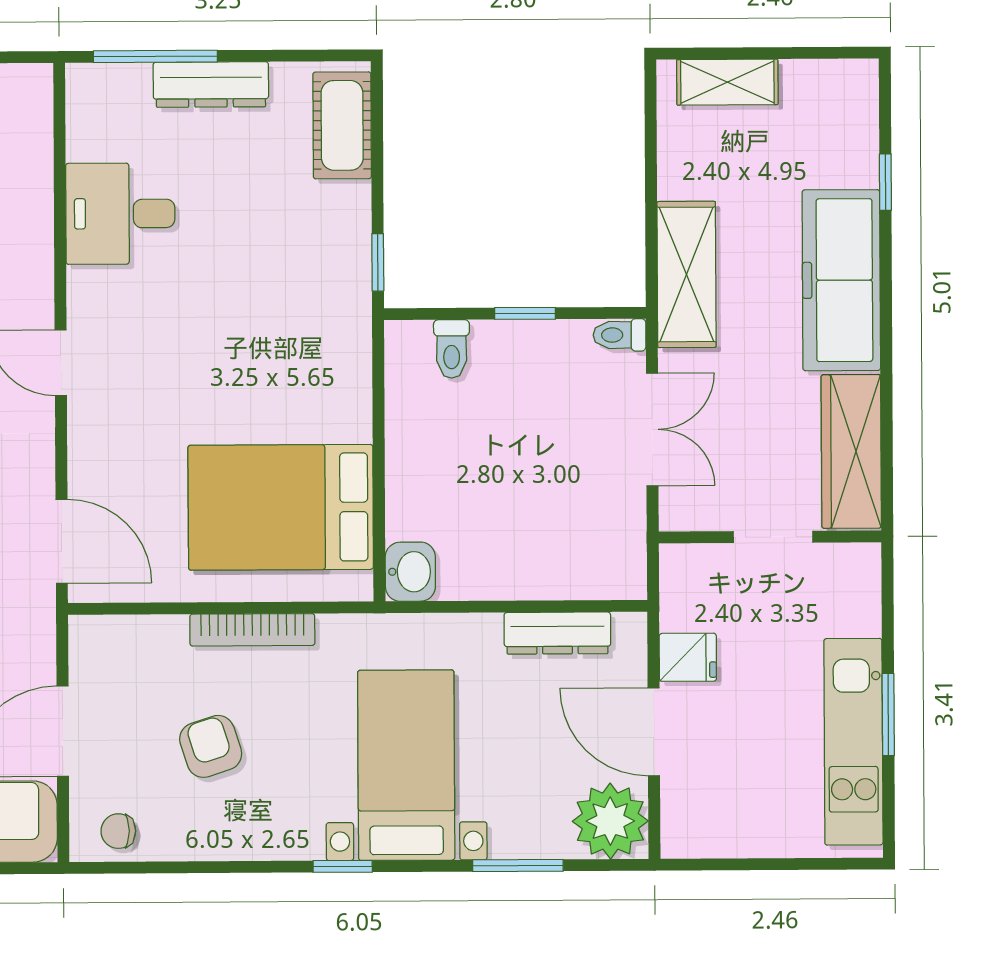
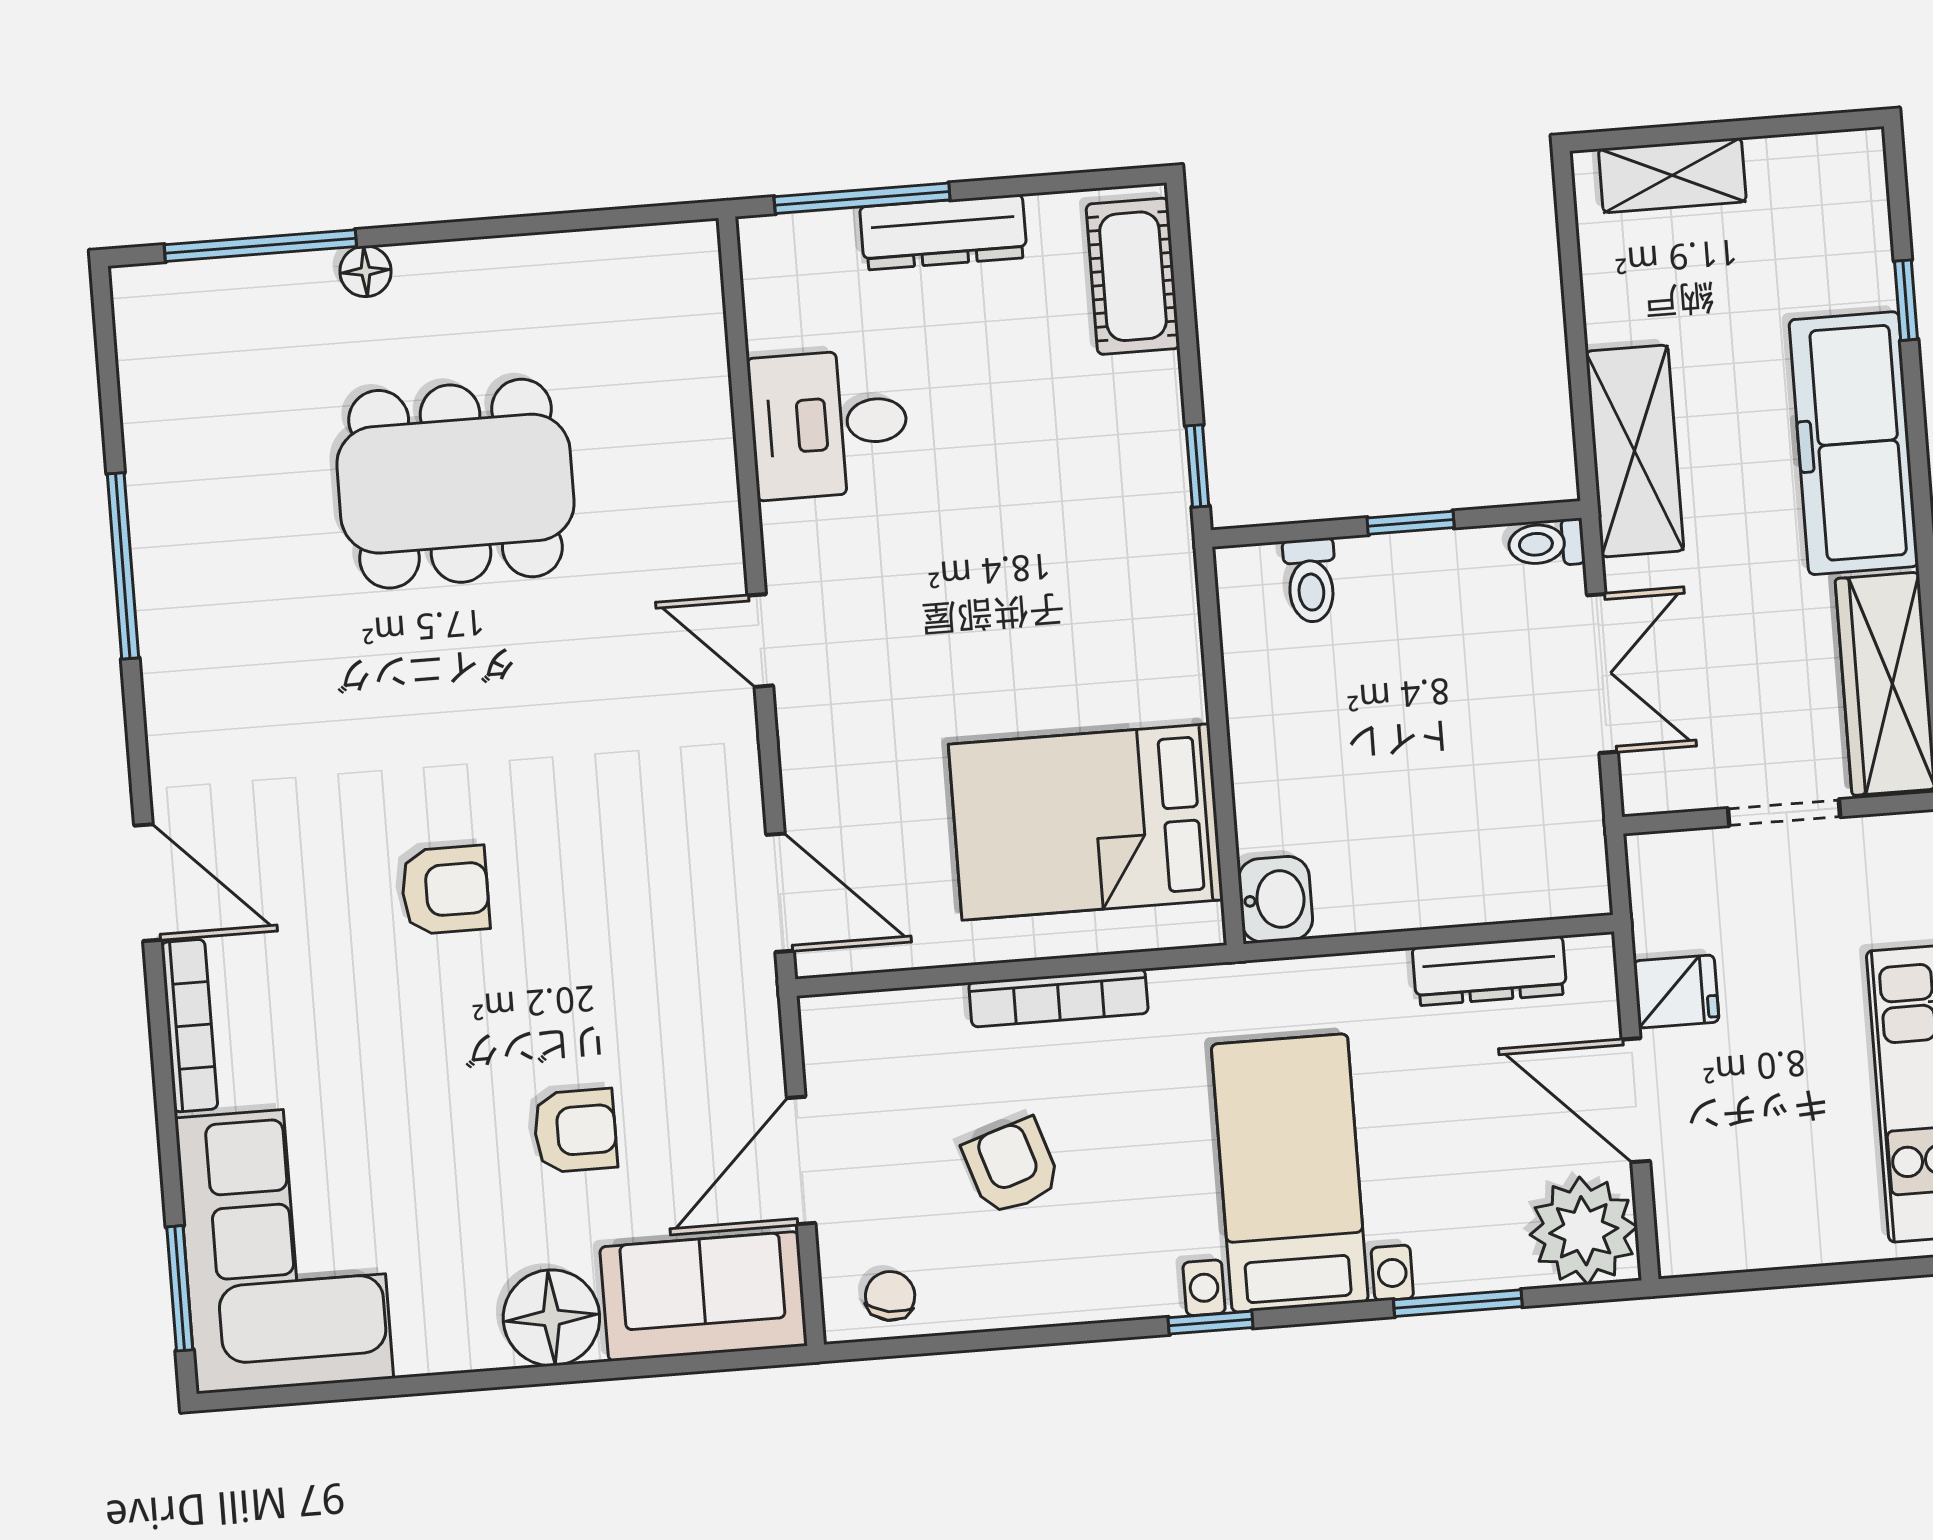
chair: (118, 831) -> (890, 1296), turned 100

